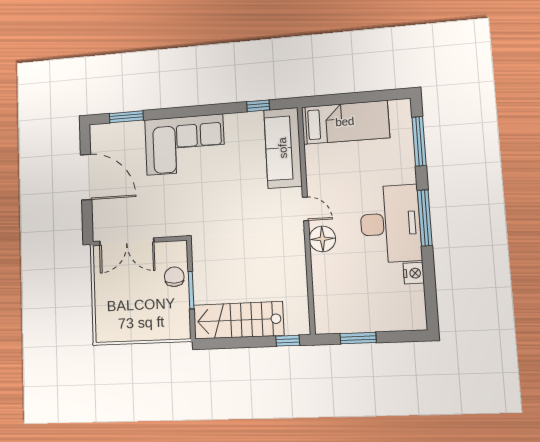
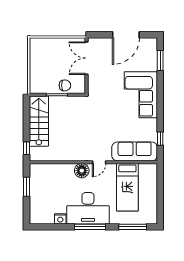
bed: (345, 122) -> (127, 187), moved

